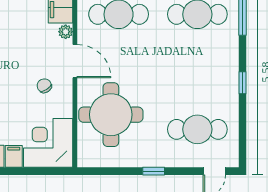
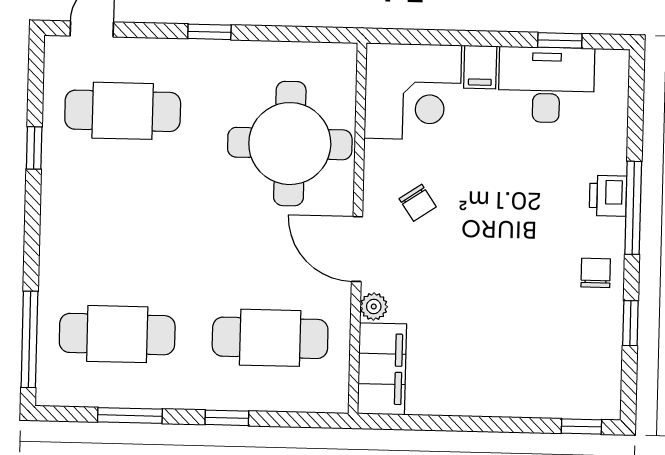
window: (243, 83) -> (34, 148), moved

